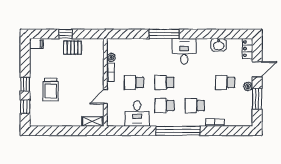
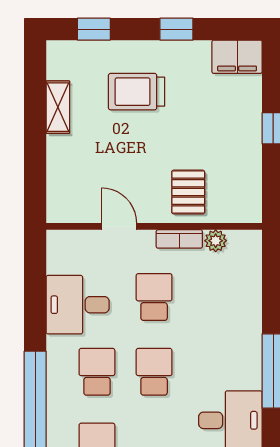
filing cabinet: (36, 44) -> (237, 57), width x2.00
pallet: (73, 48) -> (188, 192), moved
window: (25, 84) -> (176, 29), moved
shelving: (92, 121) -> (58, 107), moved

